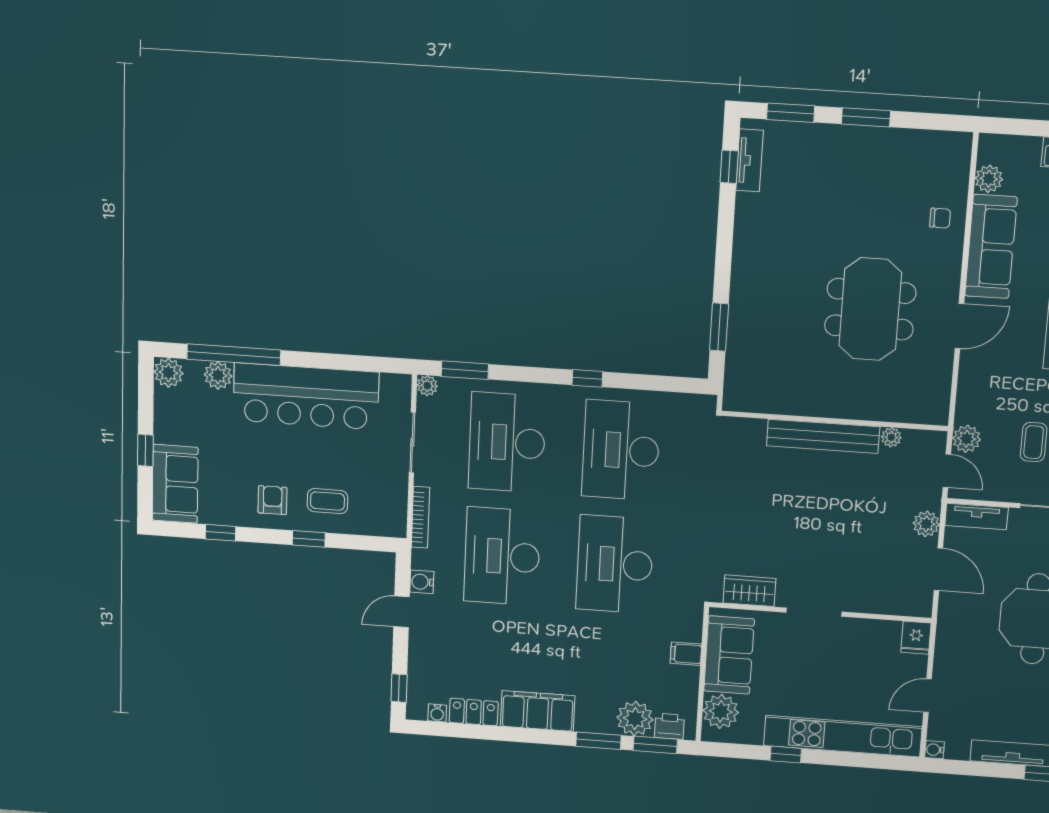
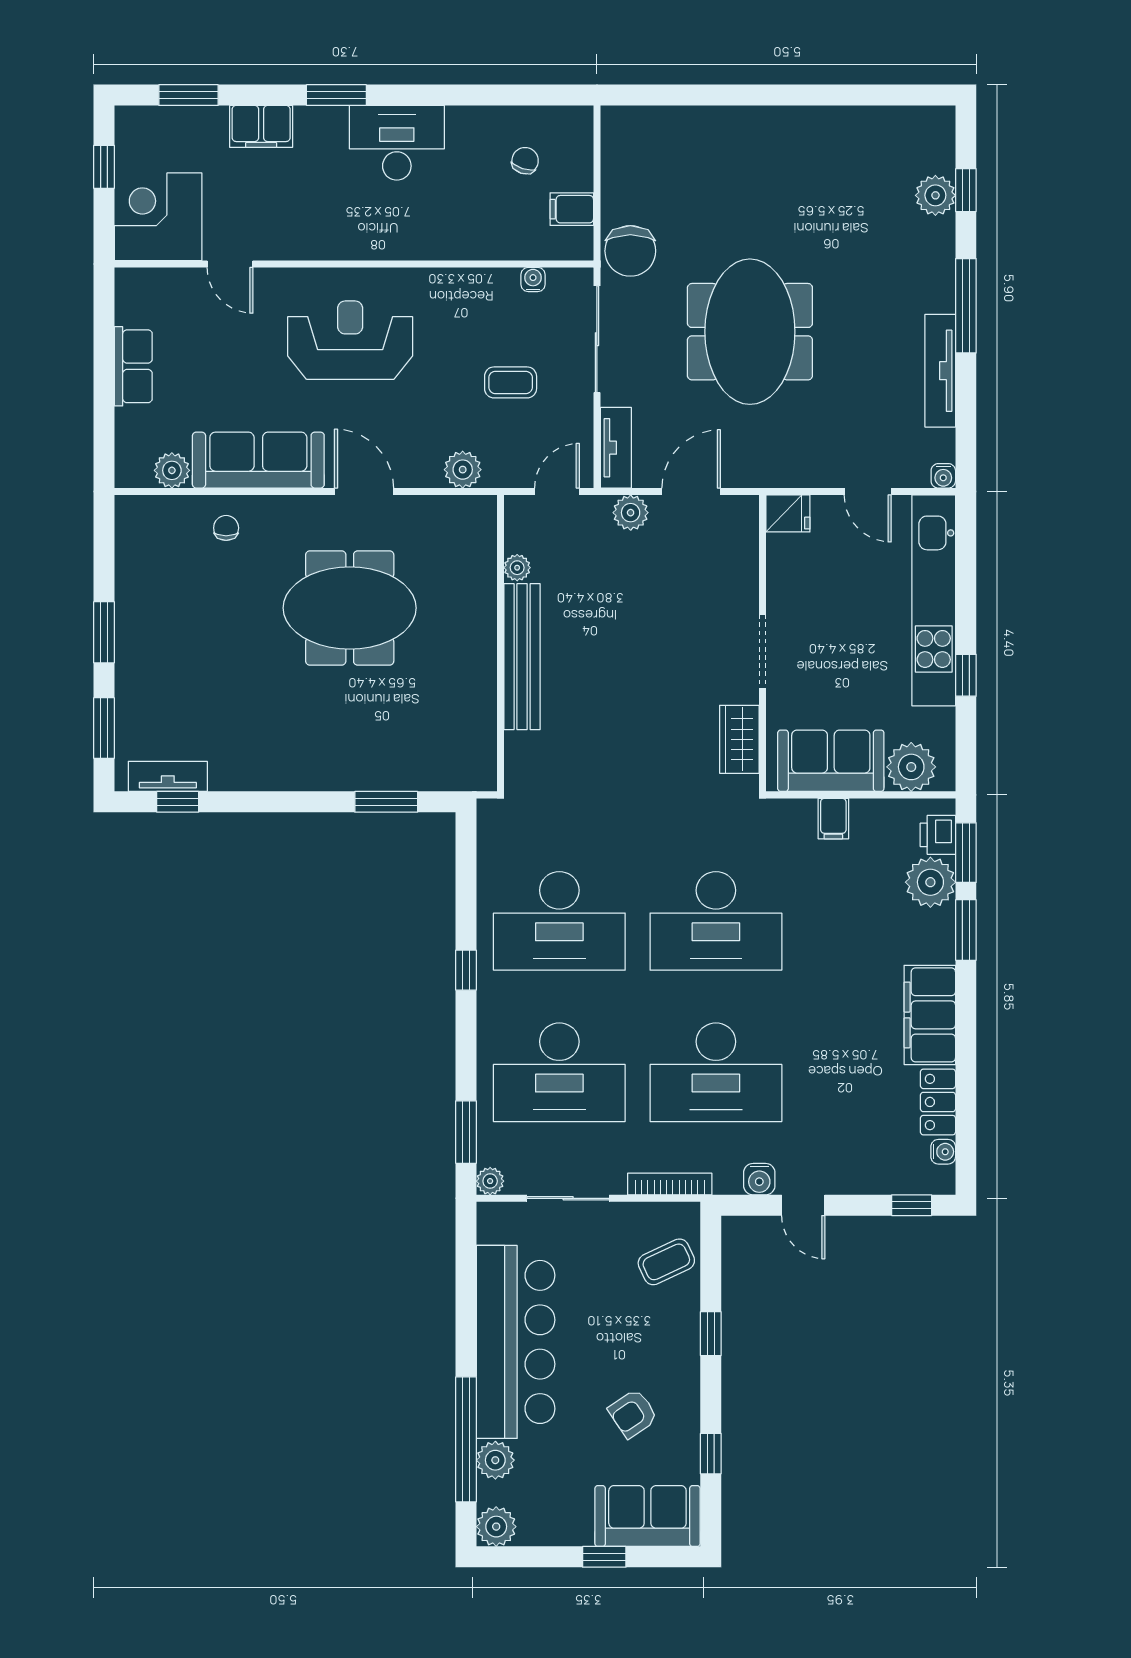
plant: (967, 439) -> (463, 470), moved
armchair: (273, 500) -> (633, 1414), moved, turned -34
coffee table: (328, 501) -> (666, 1262), moved, turned 65

